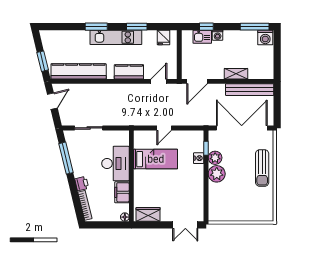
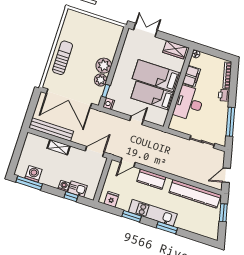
washing machine: (265, 38) -> (33, 174), moved
nightstand: (199, 158) -> (109, 104), moved
bed: (158, 181) -> (157, 76), added

